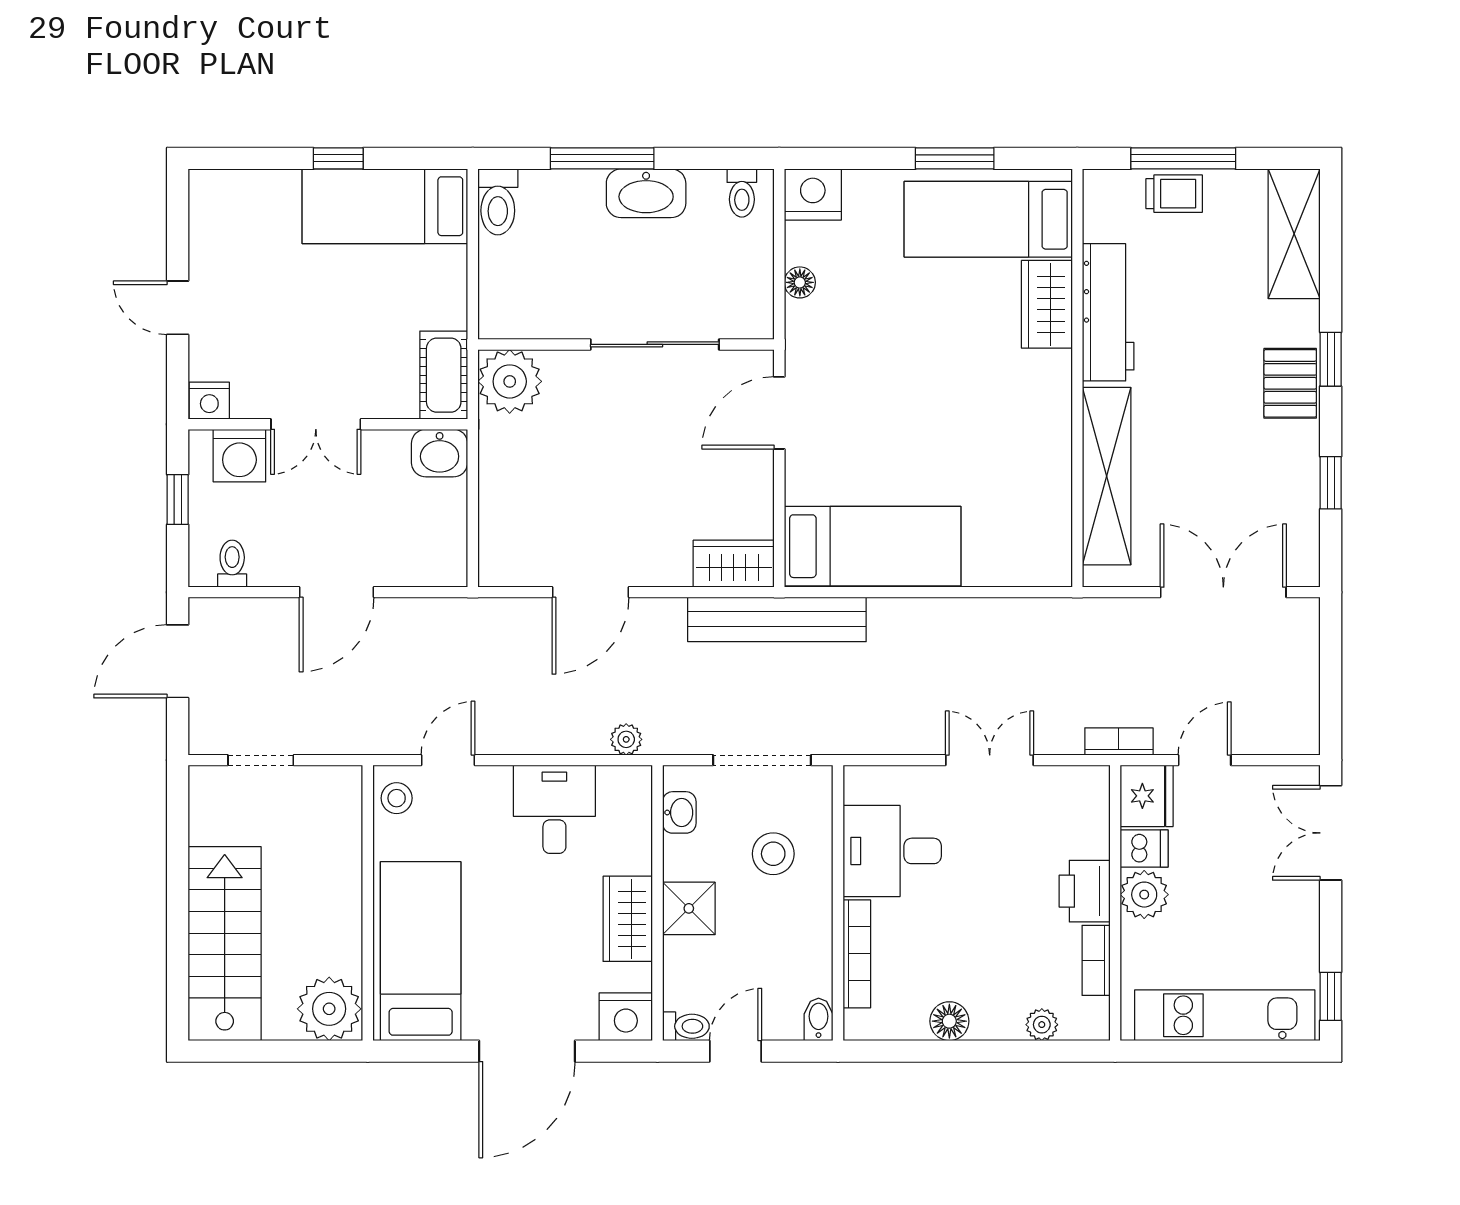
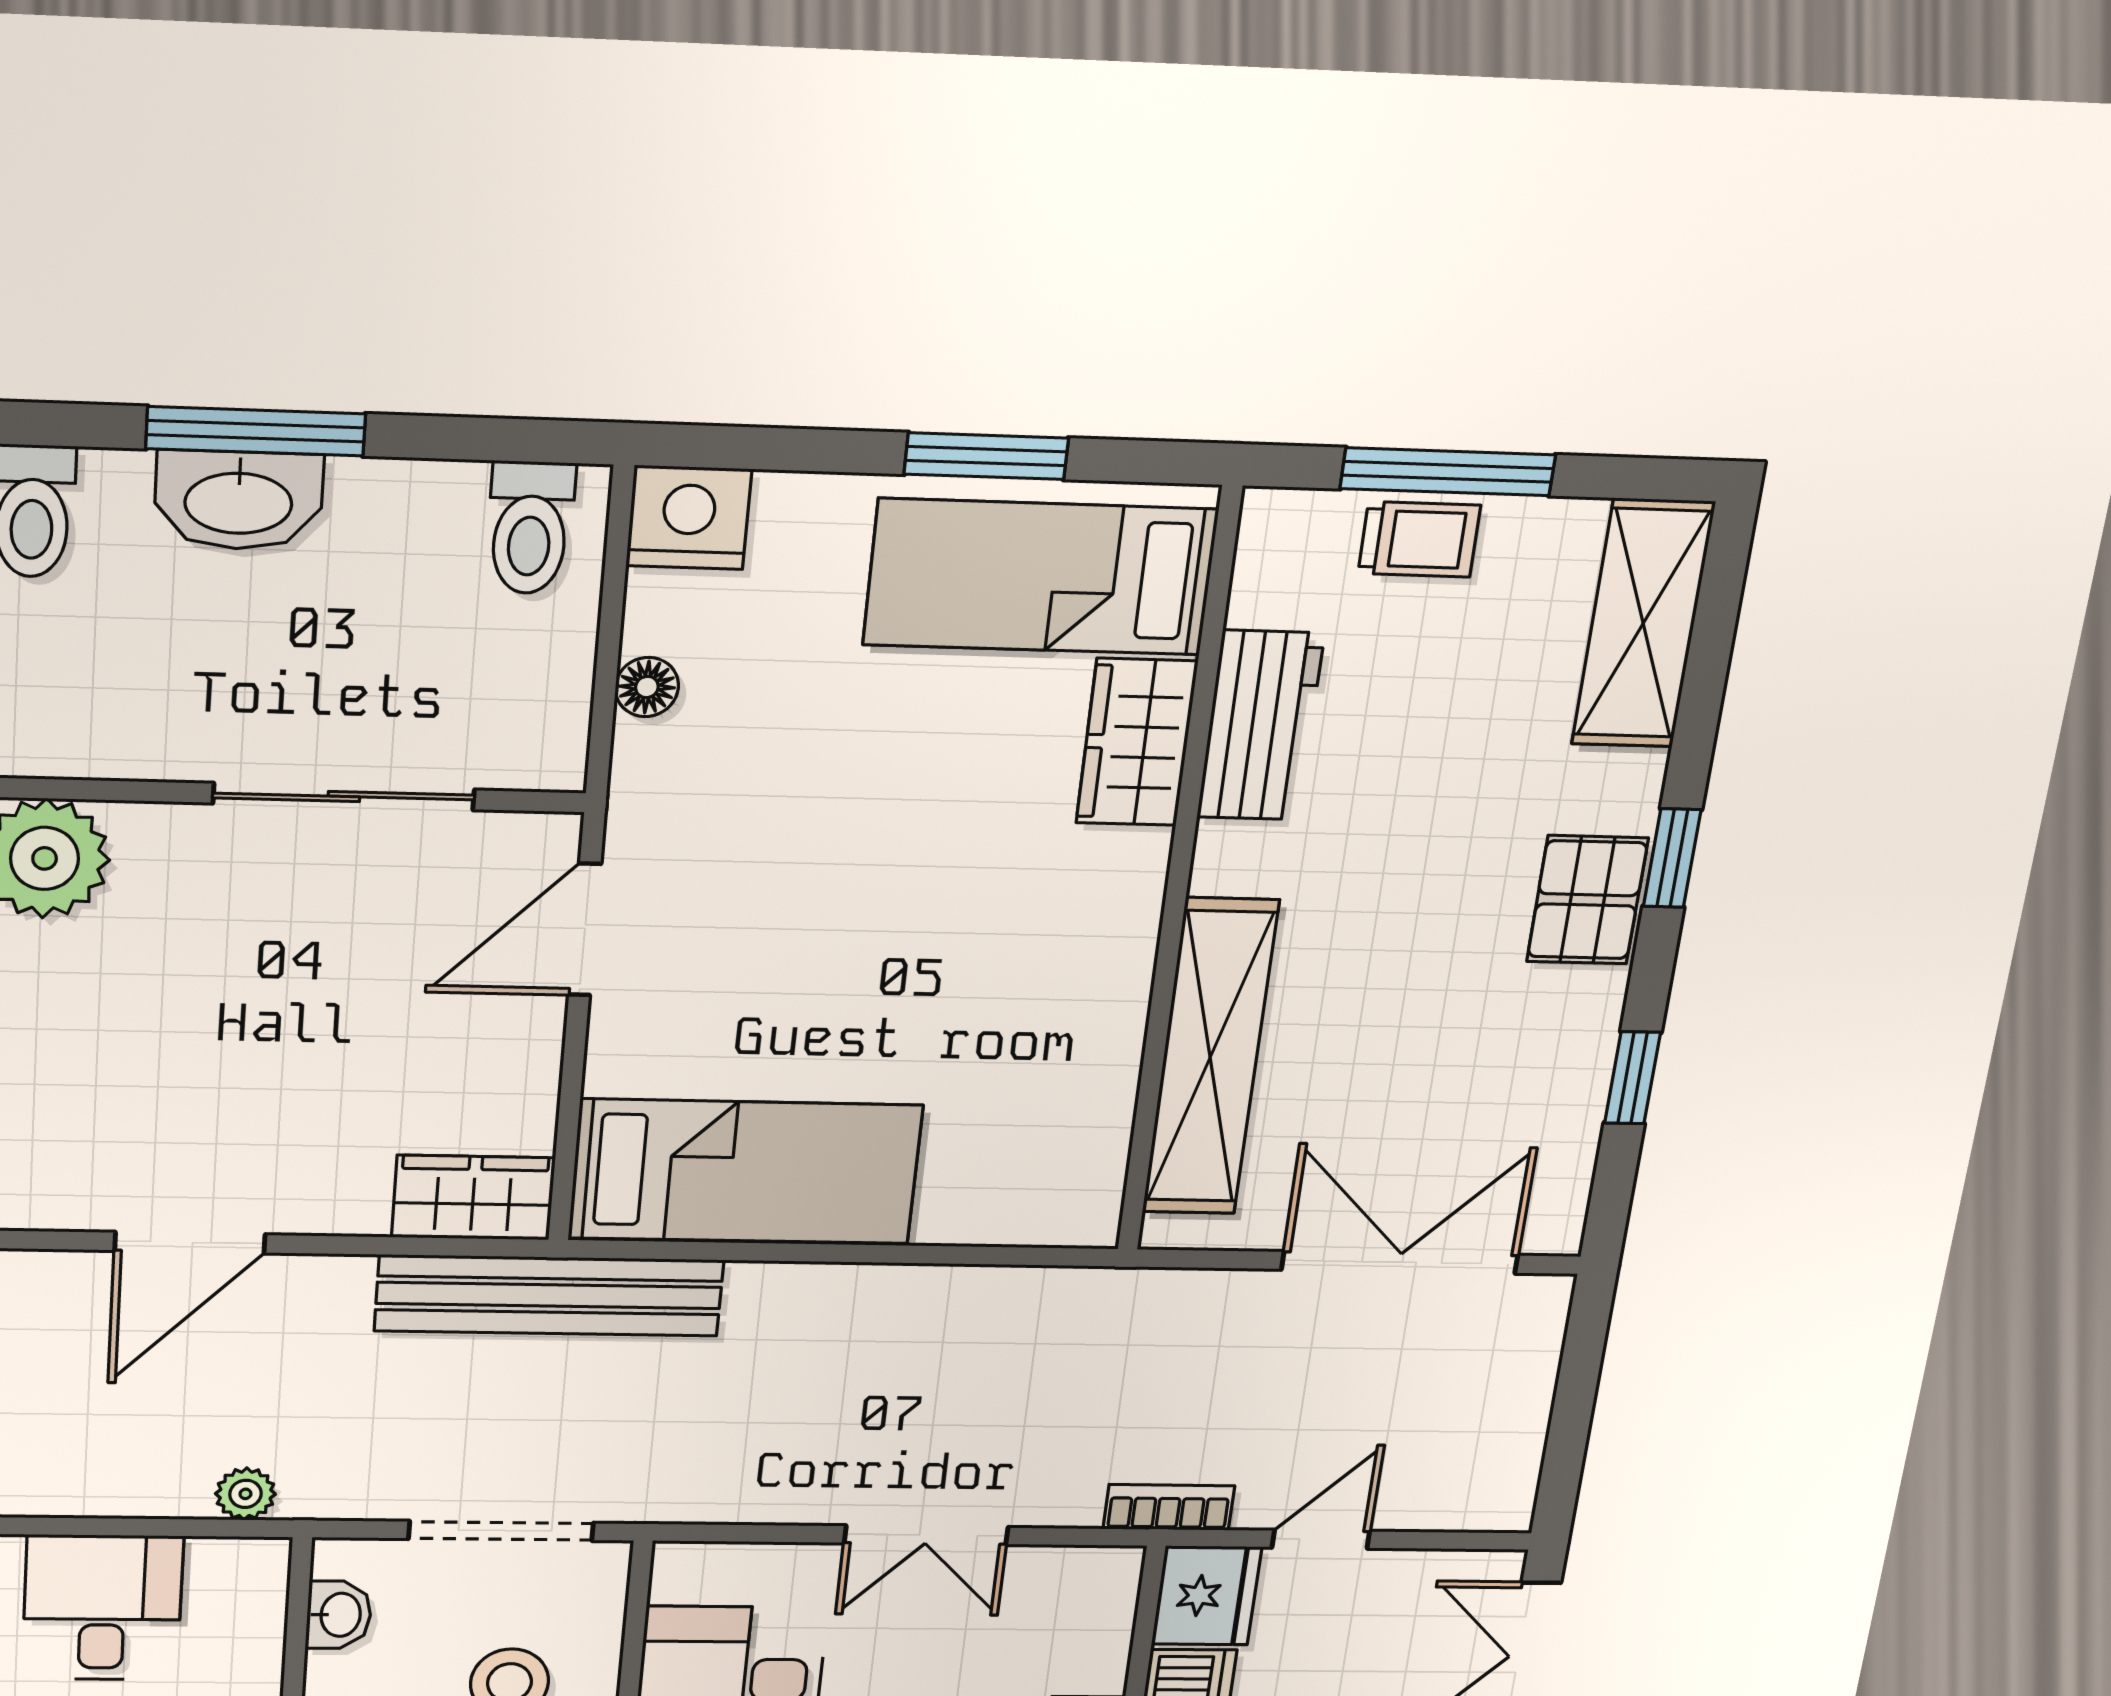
washbasin: (646, 193) -> (239, 500), moved
toilet: (742, 193) -> (530, 528), width x1.37, depth x1.39
workbench: (1108, 312) -> (1260, 725), width x0.73
double door: (990, 760) -> (926, 1535), swing flipped

